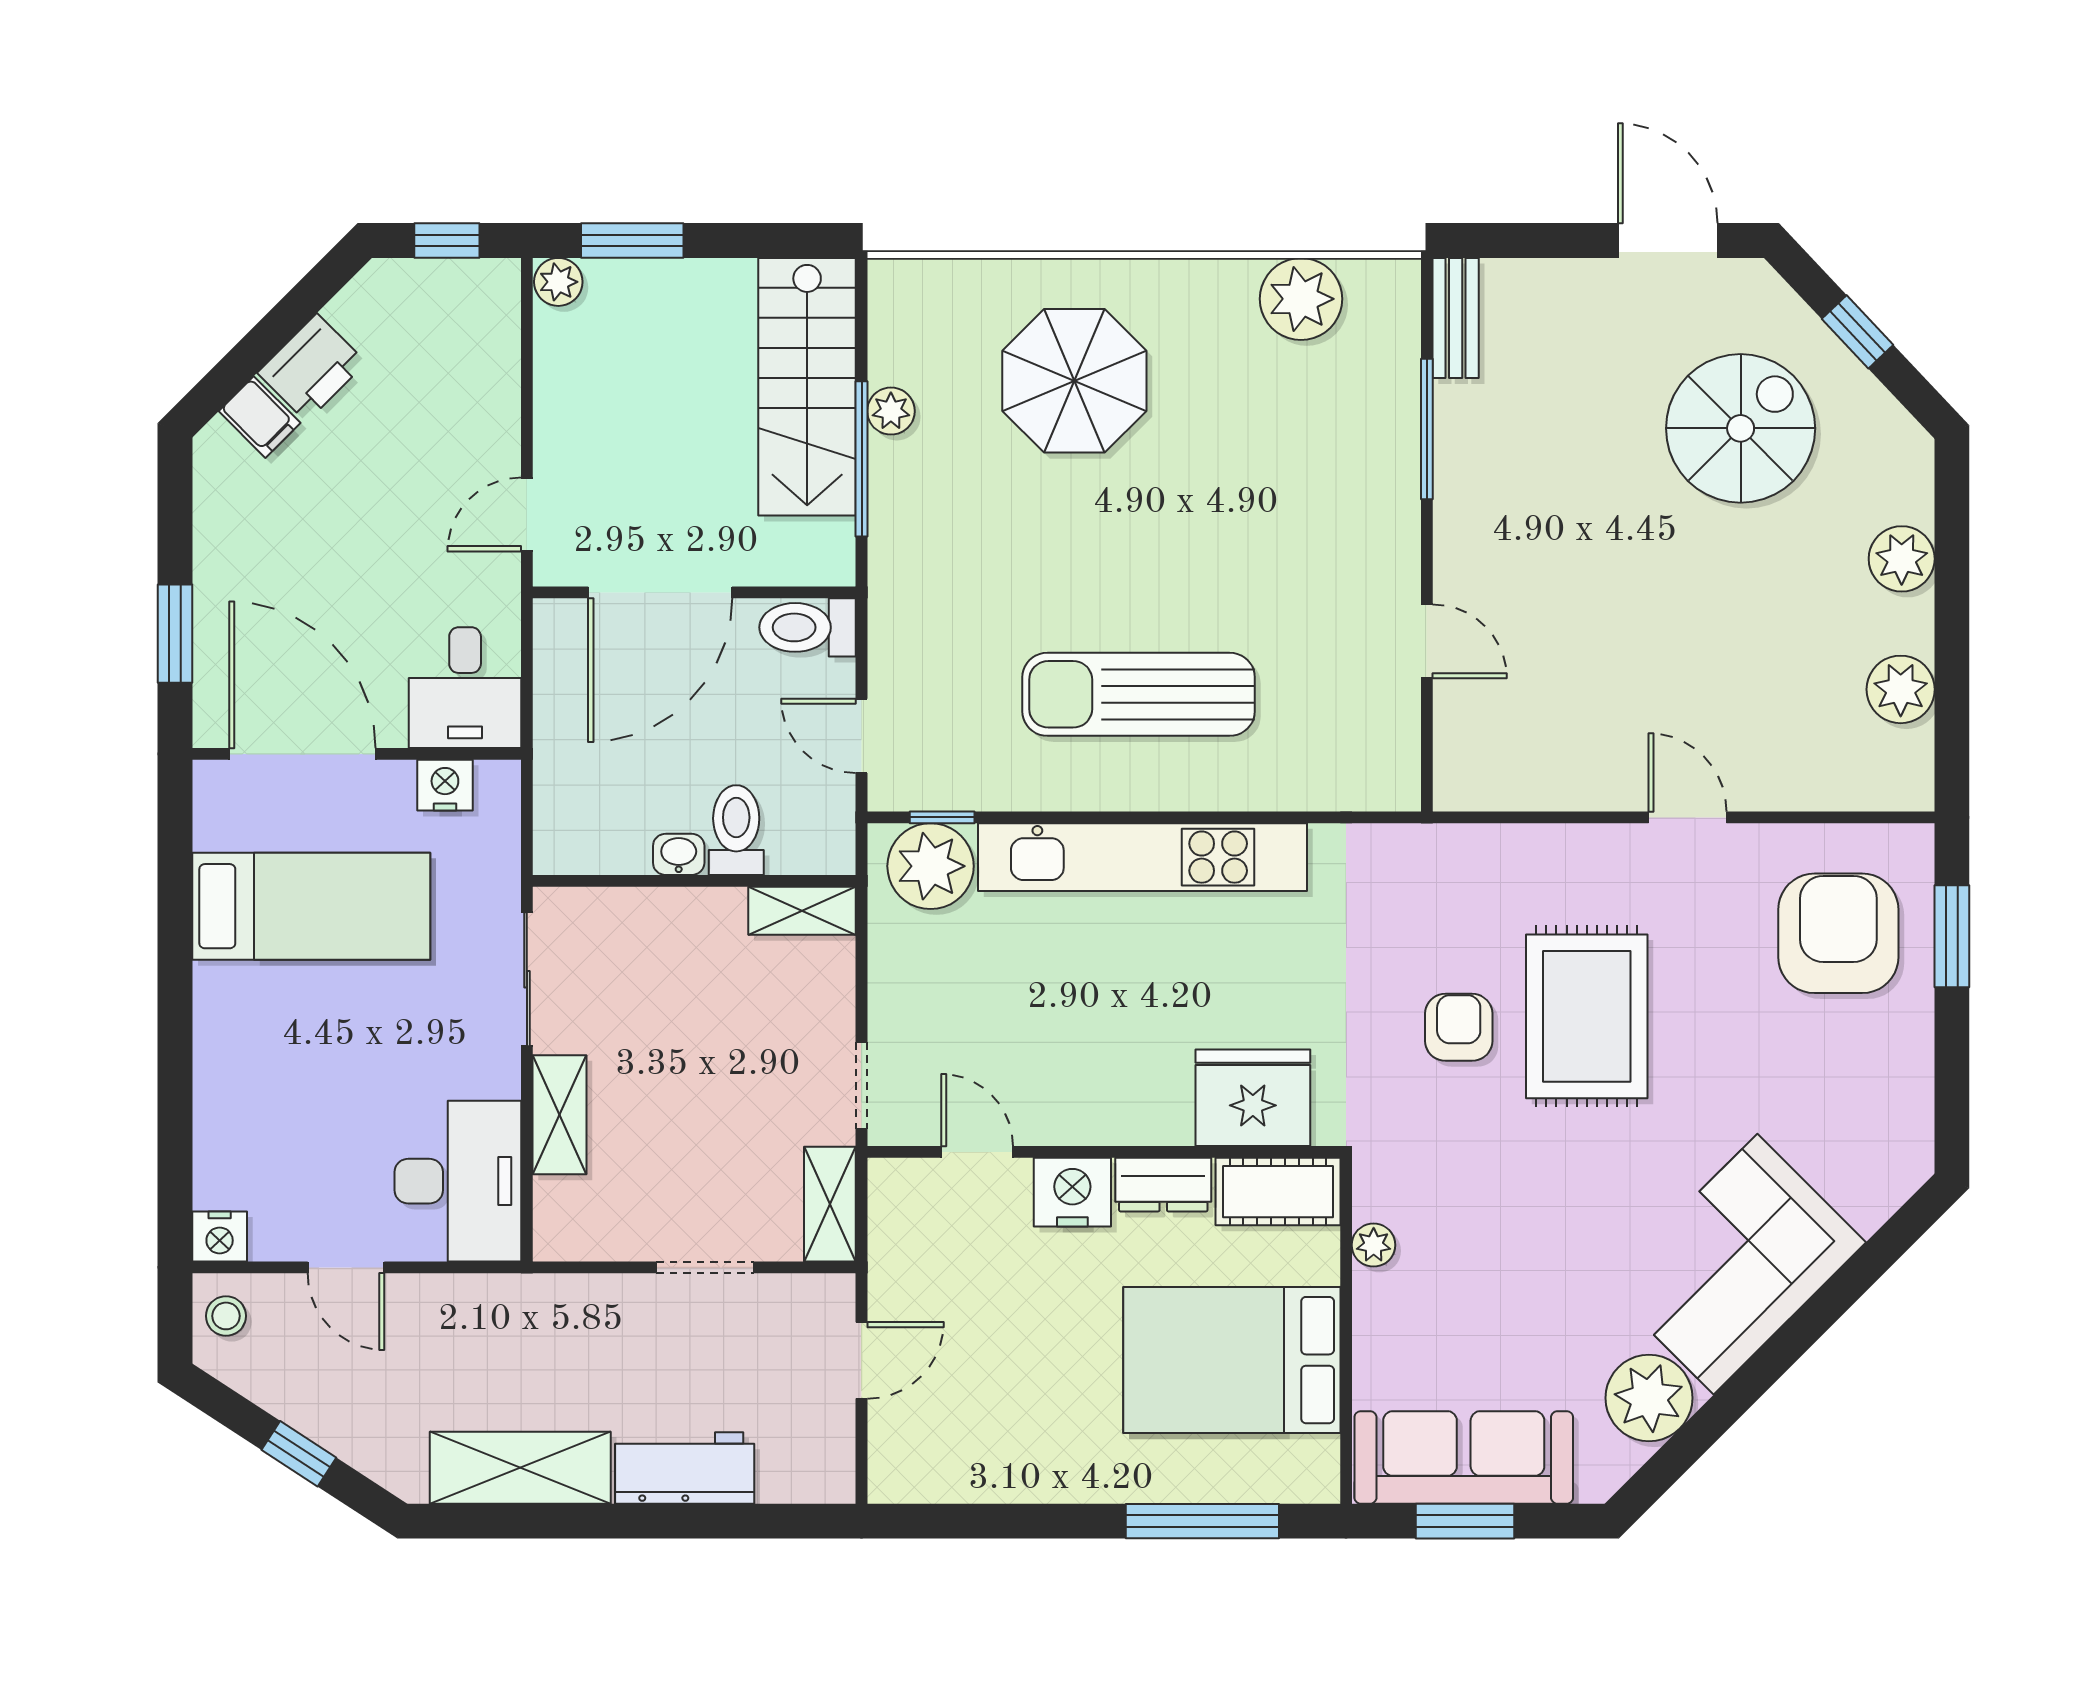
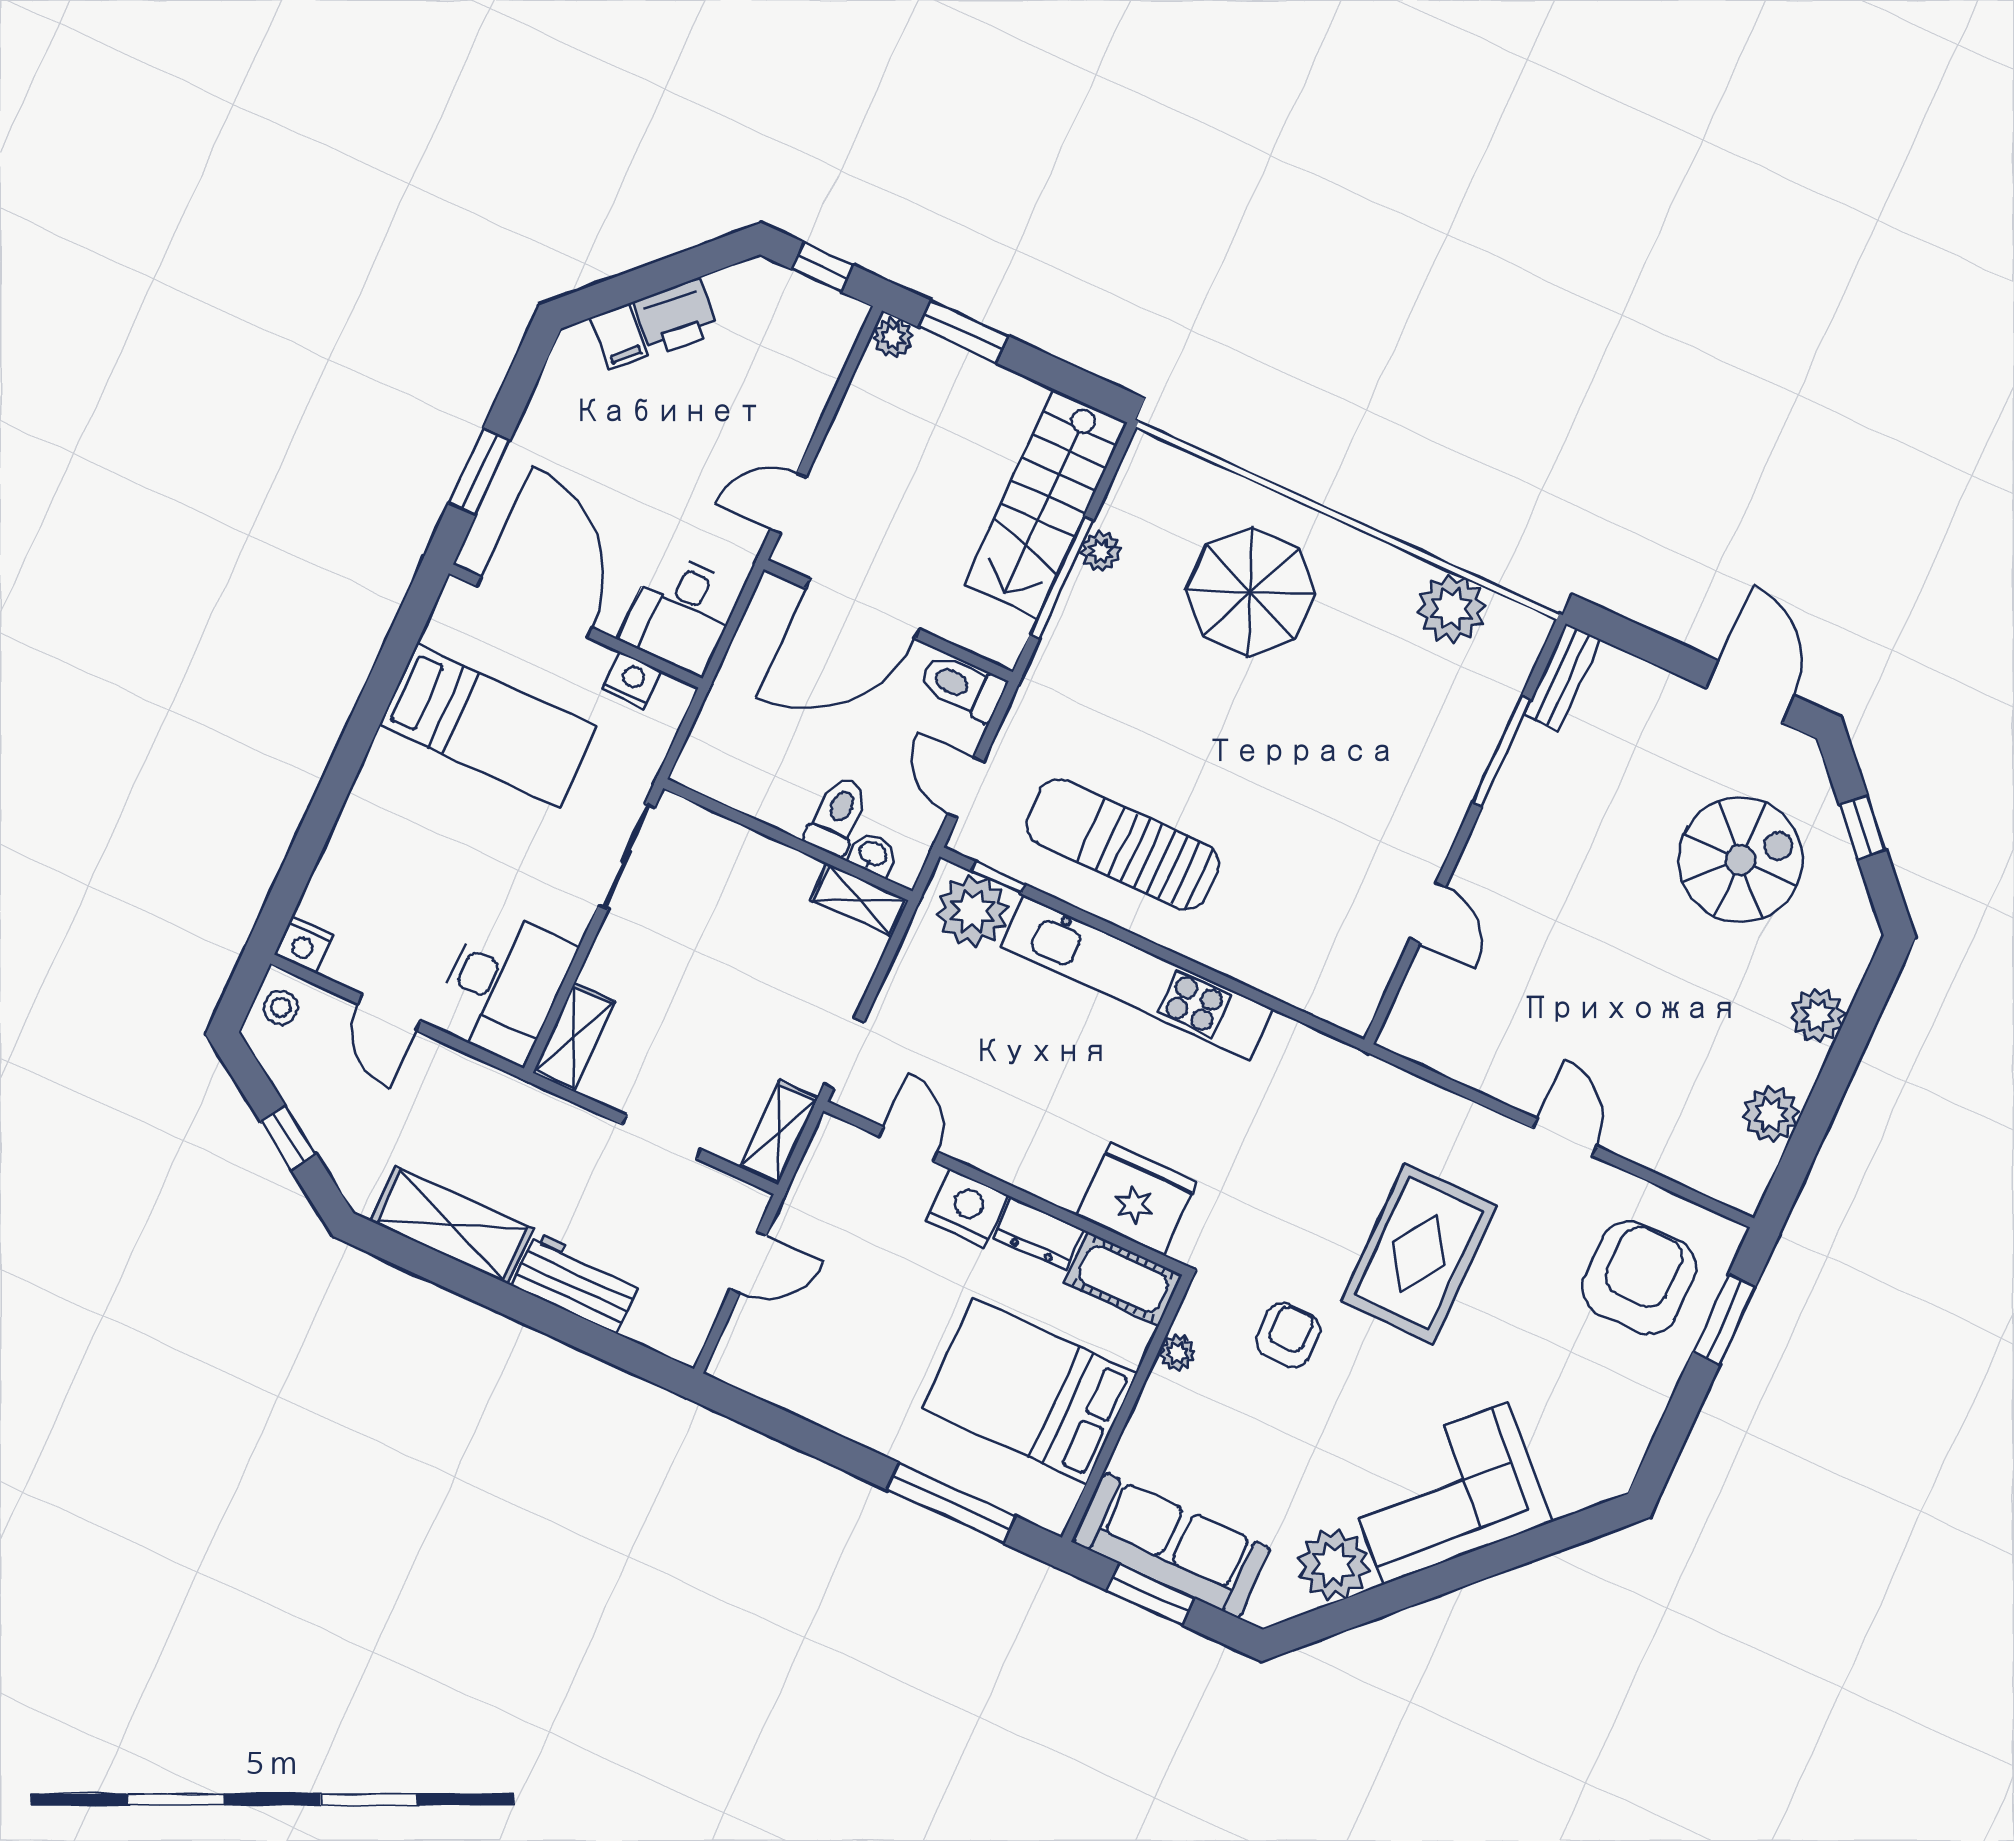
sun lounger: (1139, 694) -> (1123, 844), moved
washbasin: (679, 854) -> (873, 854), moved
armchair: (1459, 1027) -> (1288, 1335), moved
shelving: (560, 1115) -> (574, 1037), moved

